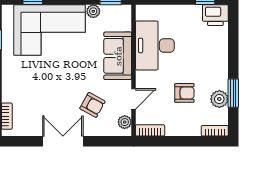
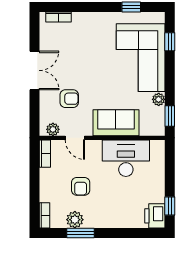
armchair: (92, 105) -> (69, 99), turned -119

